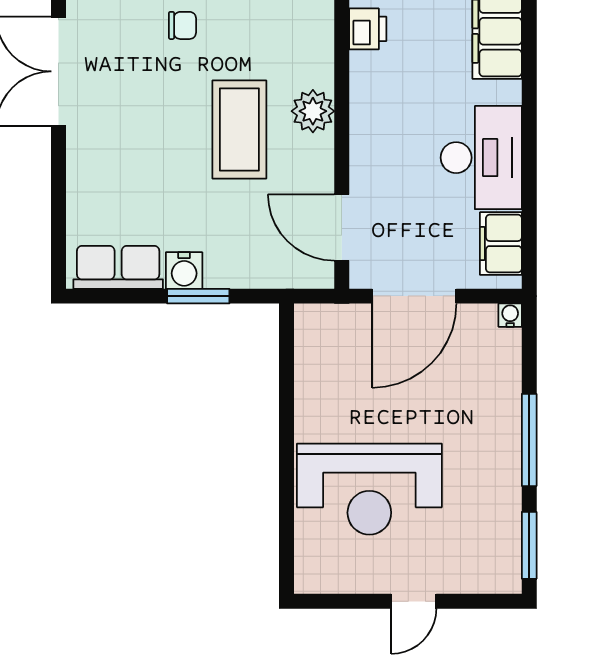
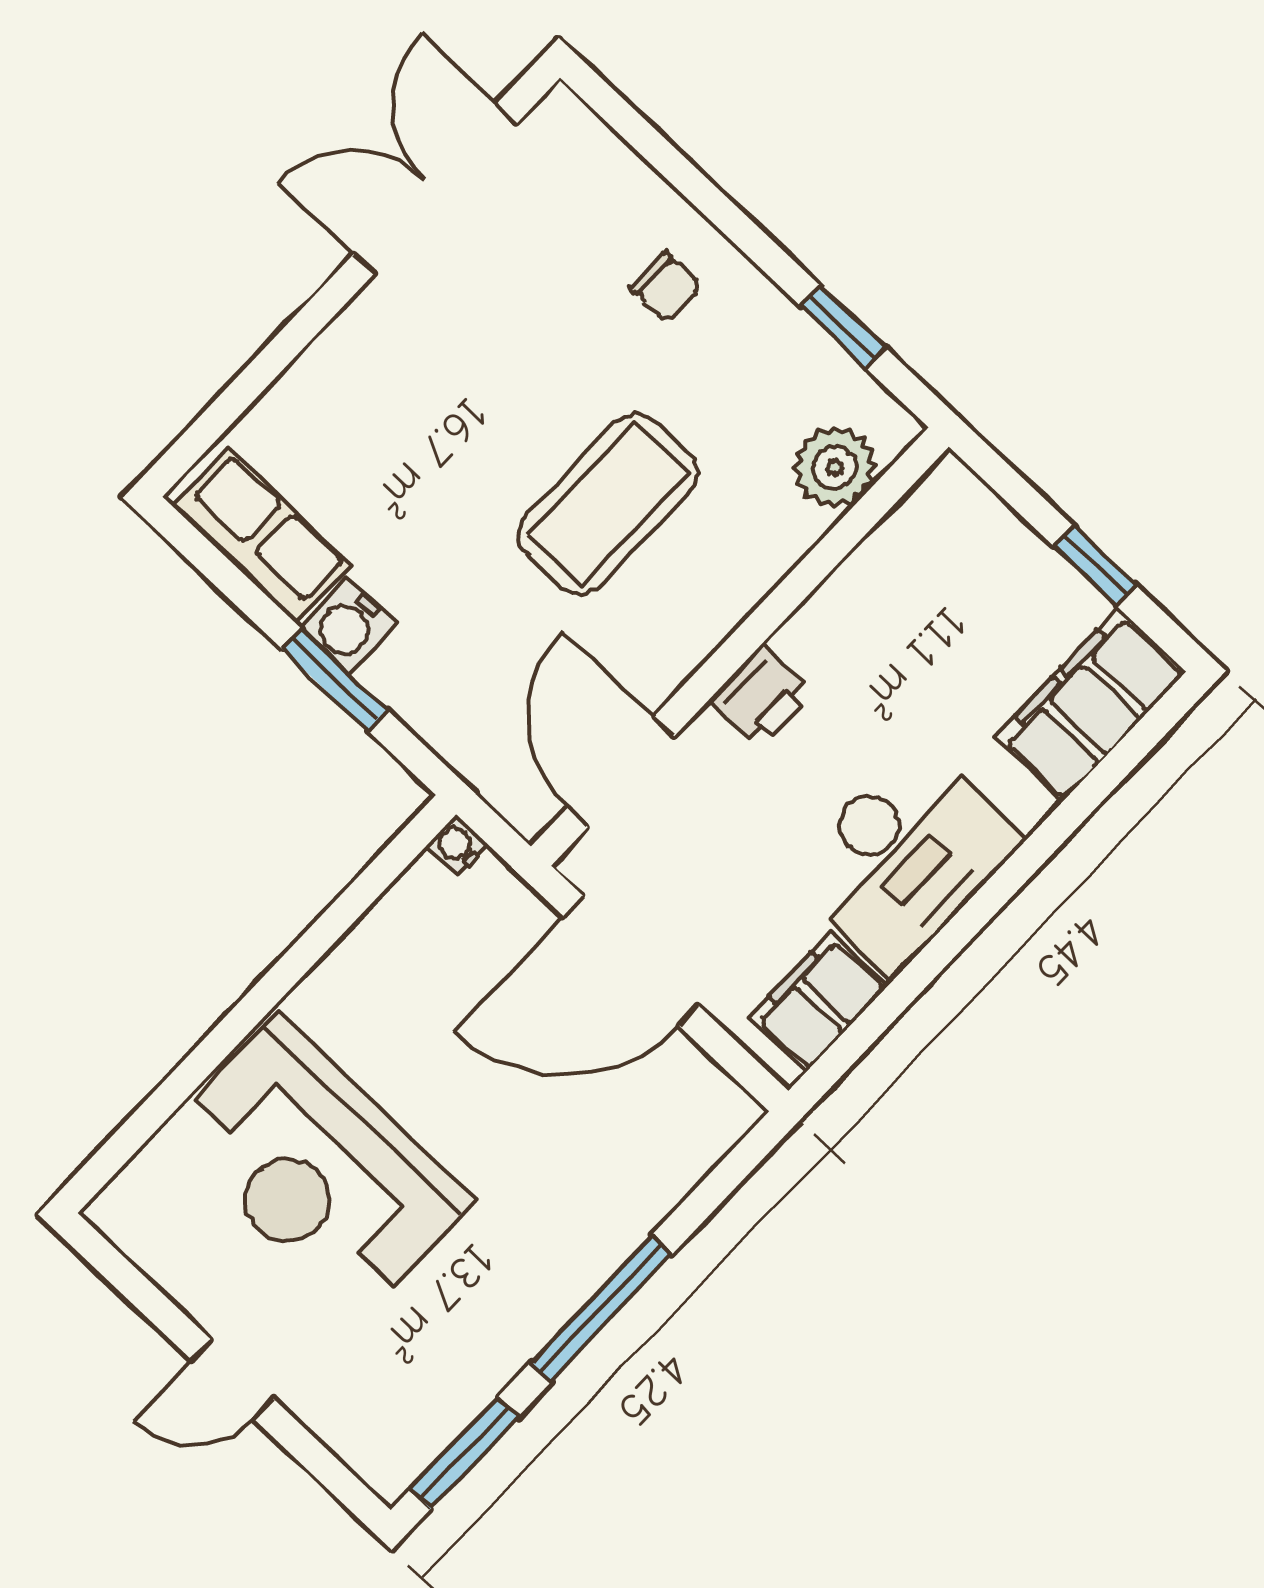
printer: (368, 29) -> (761, 696), moved
plant: (313, 111) -> (835, 468), moved
water cooler: (510, 315) -> (457, 845), moved, turned -90

